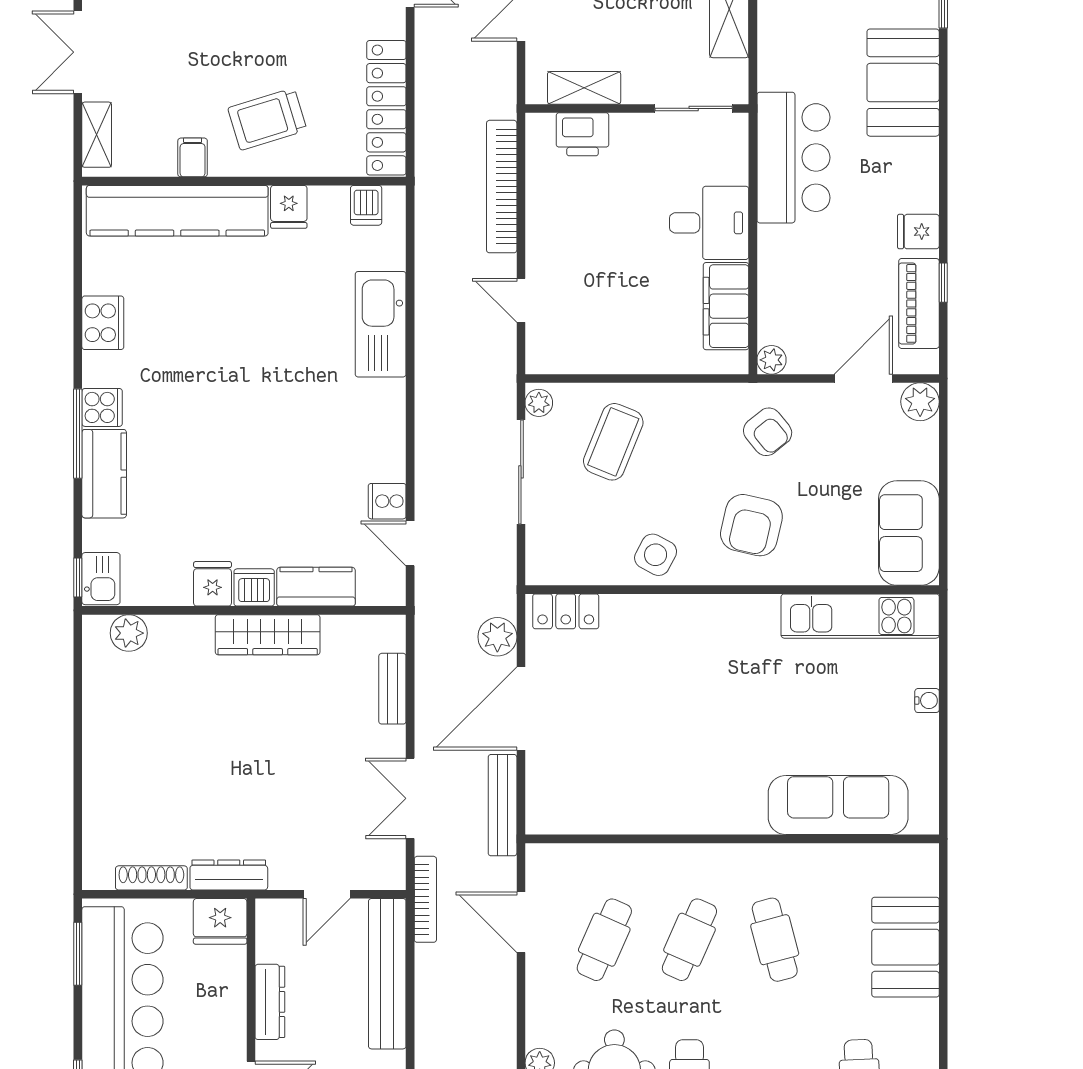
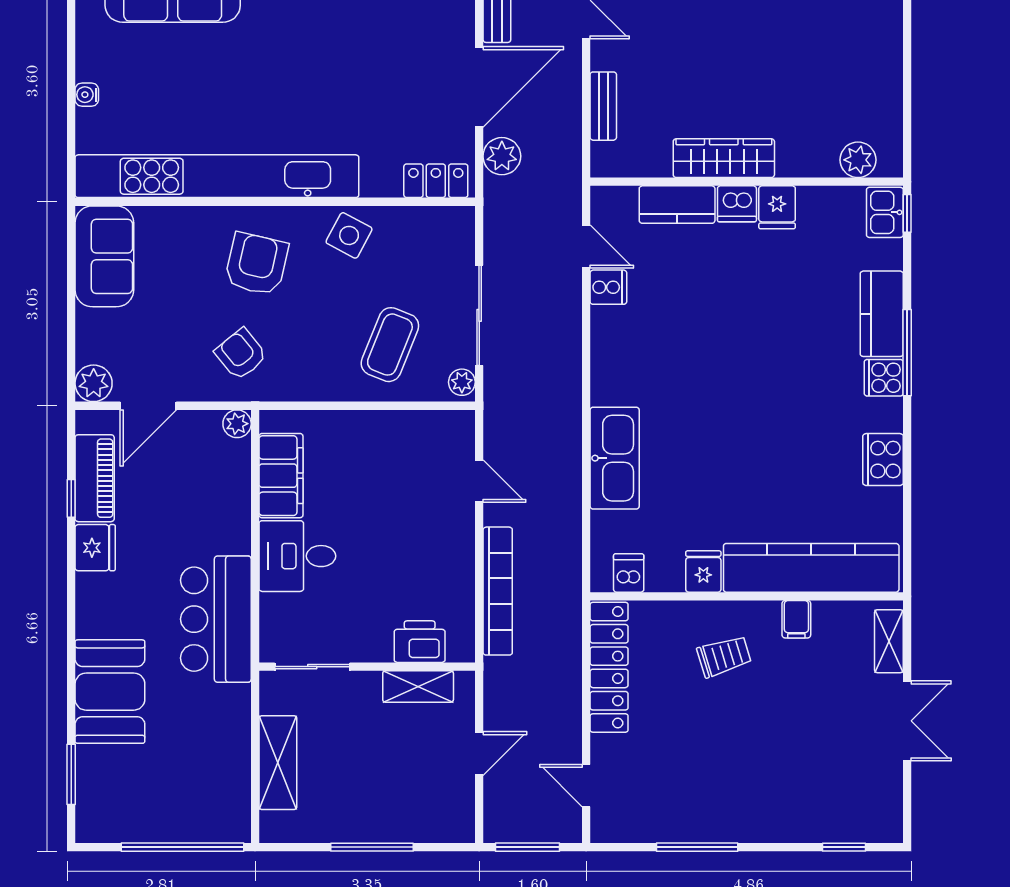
trolley: (267, 119) -> (724, 656), width x0.73, depth x0.72
fridge: (918, 232) -> (95, 548), width x1.38
kitchen unit: (860, 616) -> (217, 176), width x1.86

